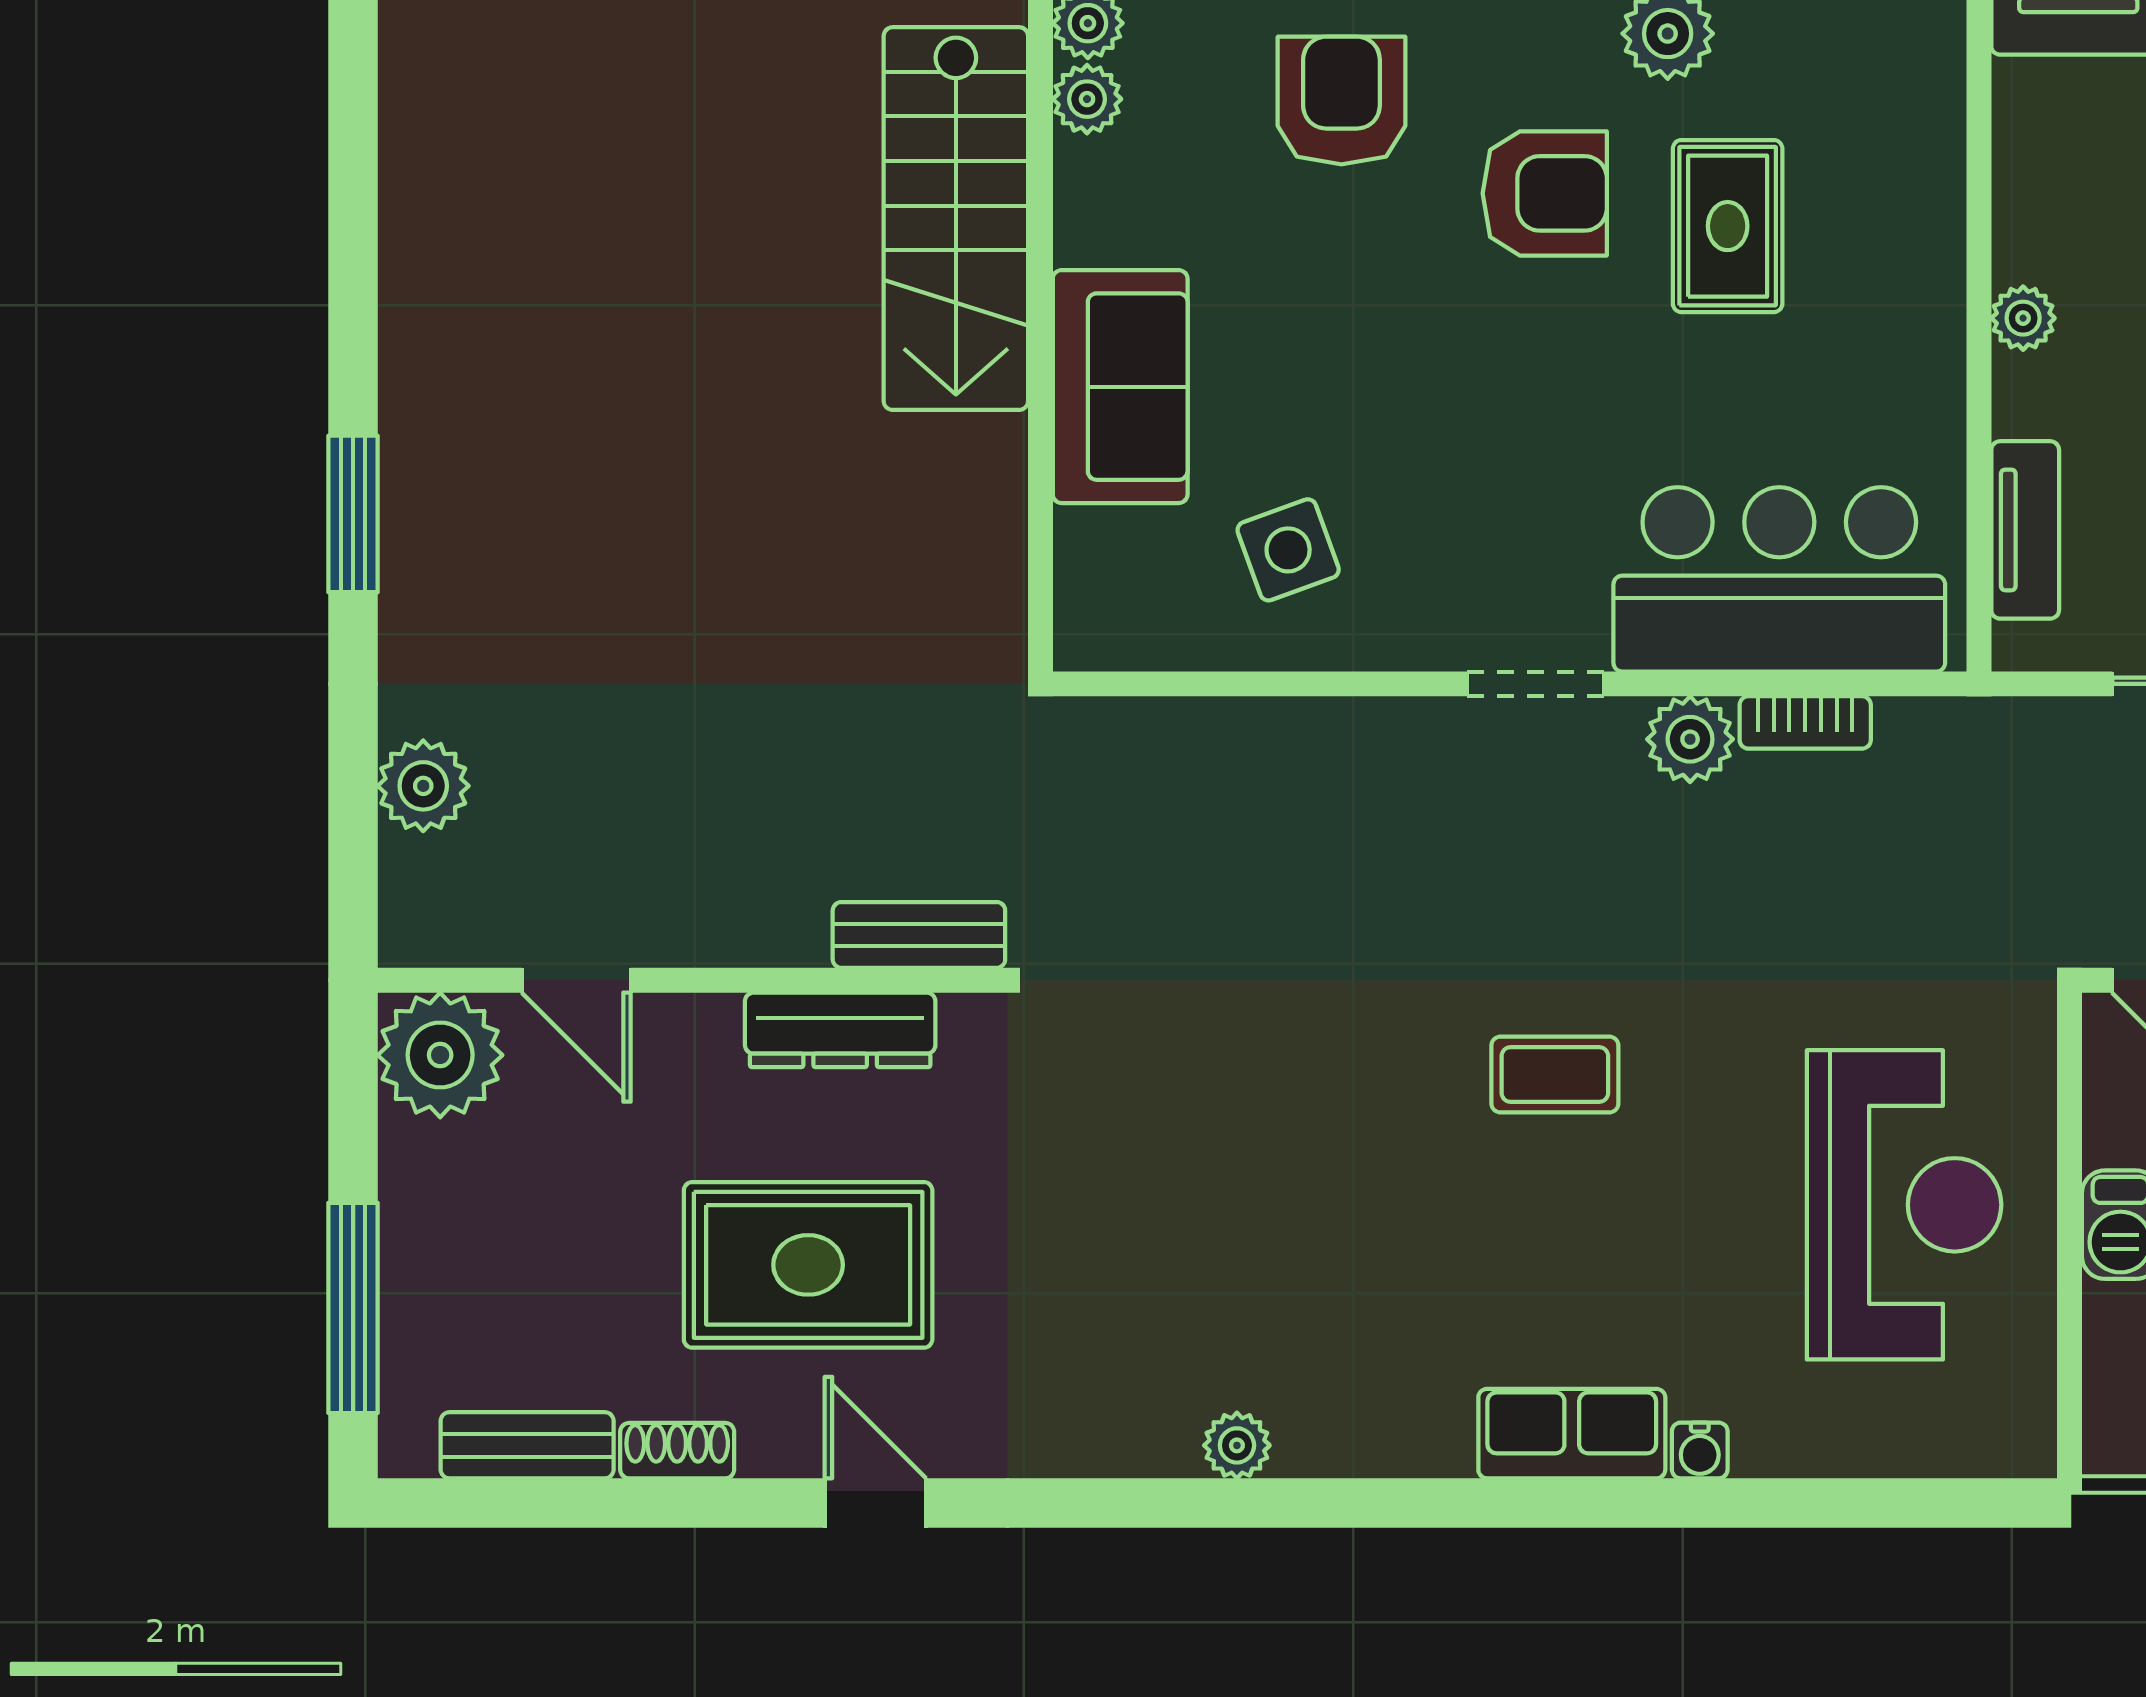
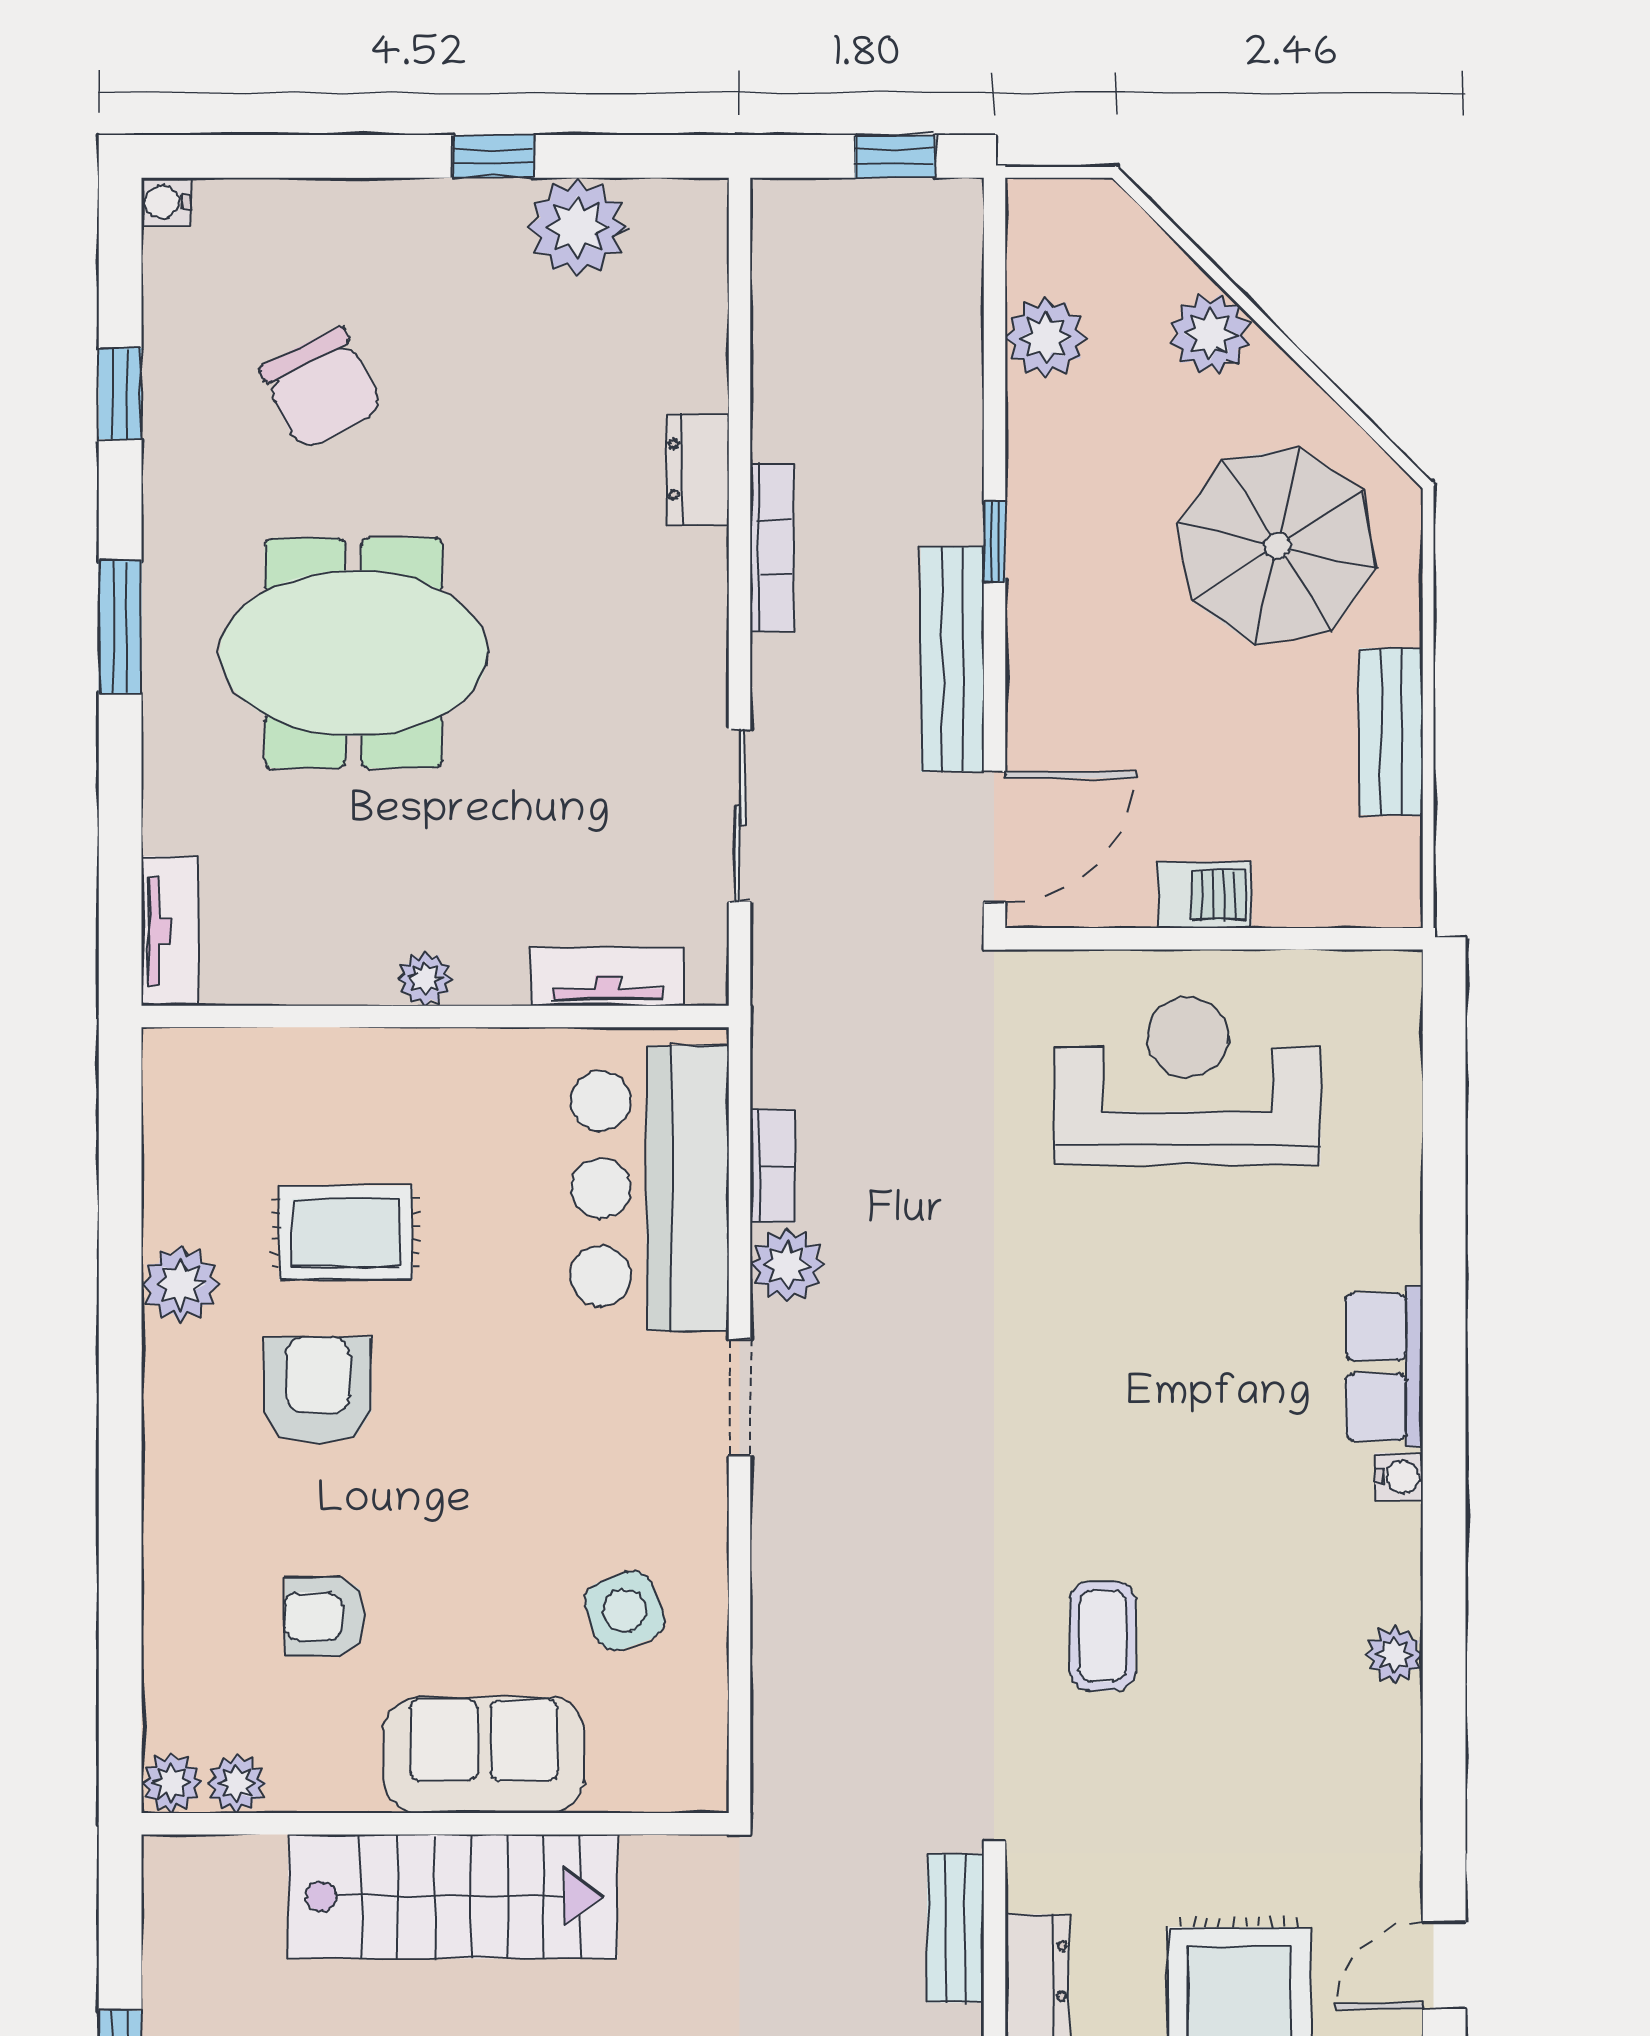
armchair: (1341, 100) -> (325, 1616), moved, width x0.72, depth x0.72
stairs: (956, 219) -> (453, 1896), moved
coffee table: (1555, 1075) -> (1103, 1636), moved
water cooler: (1700, 1450) -> (1399, 1477), moved

